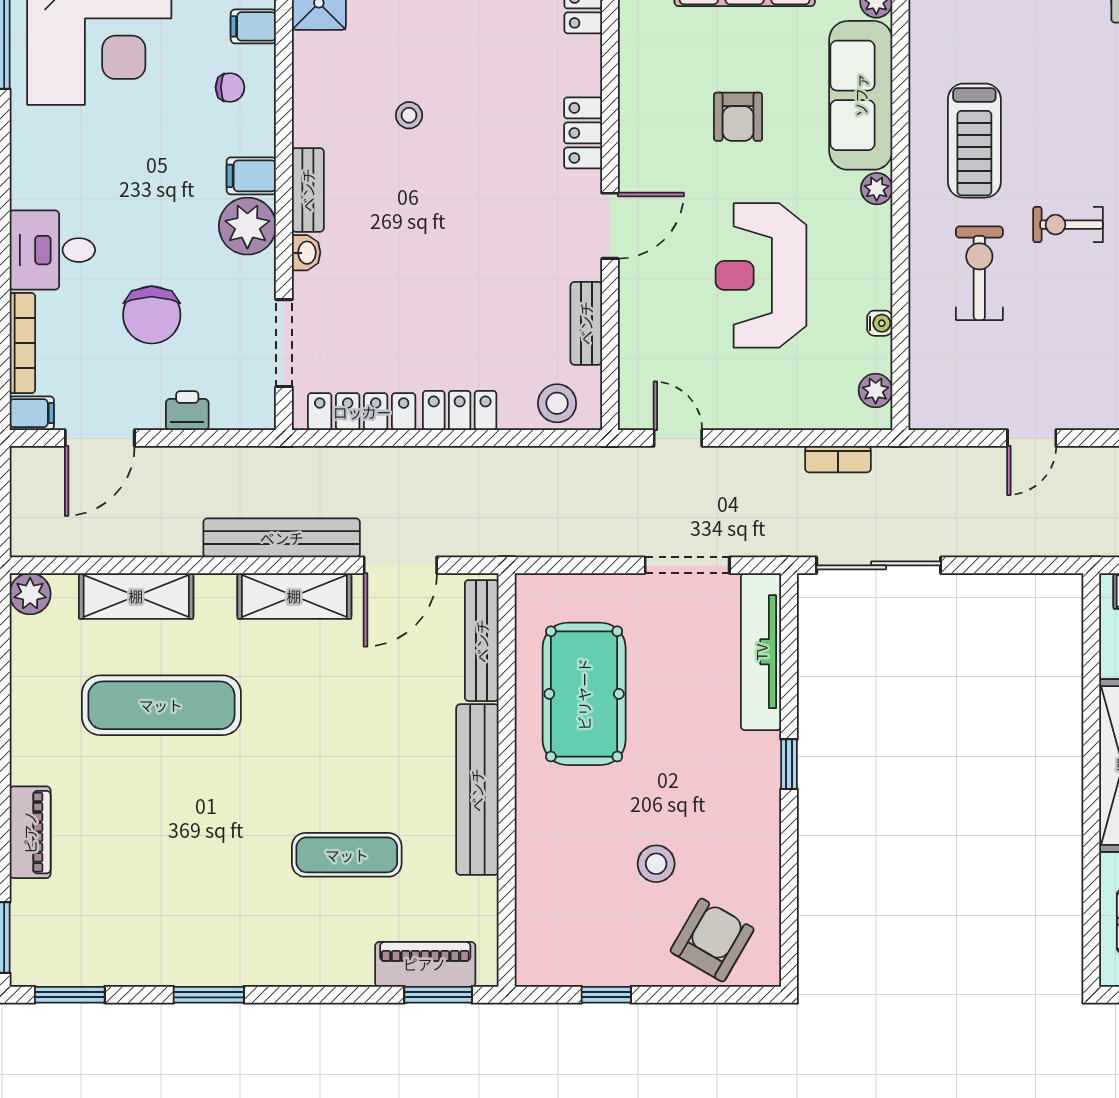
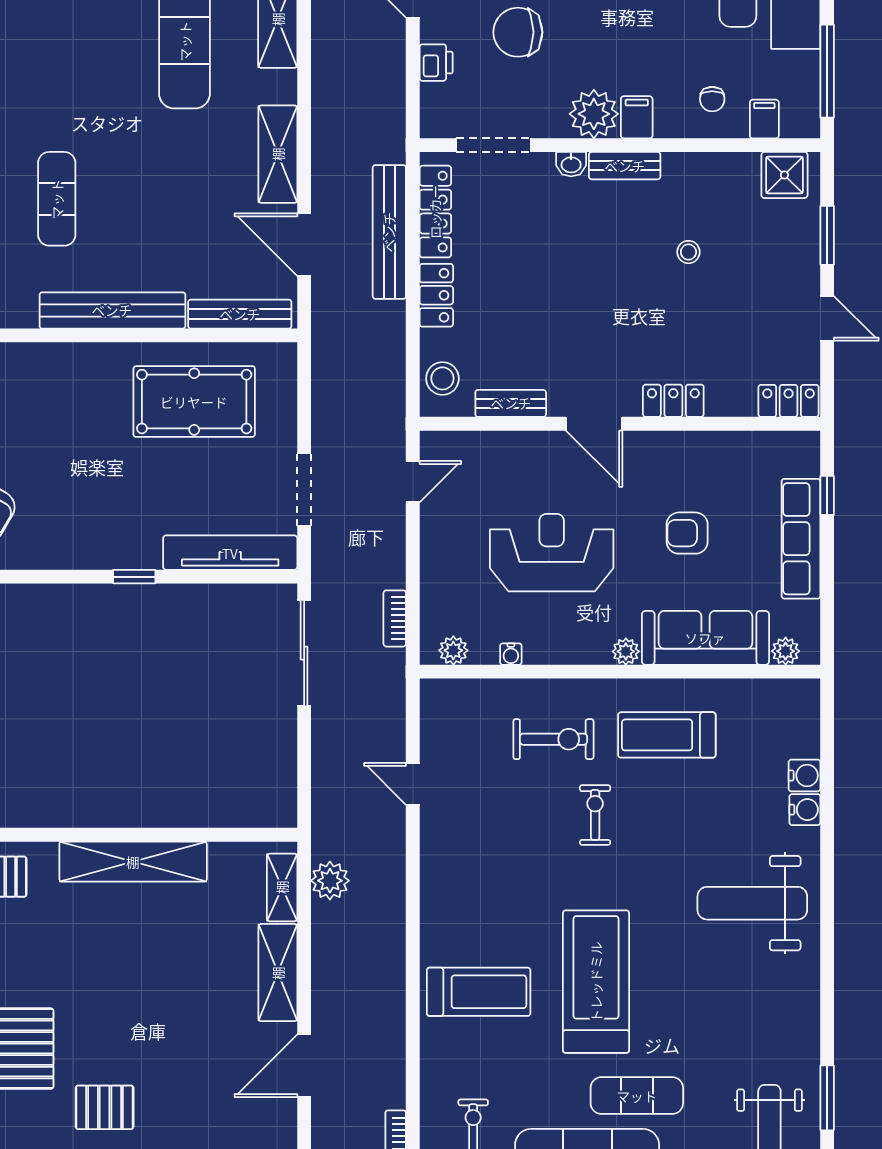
bench: (282, 538) -> (389, 232), moved
stool: (656, 864) -> (49, 463), removed

